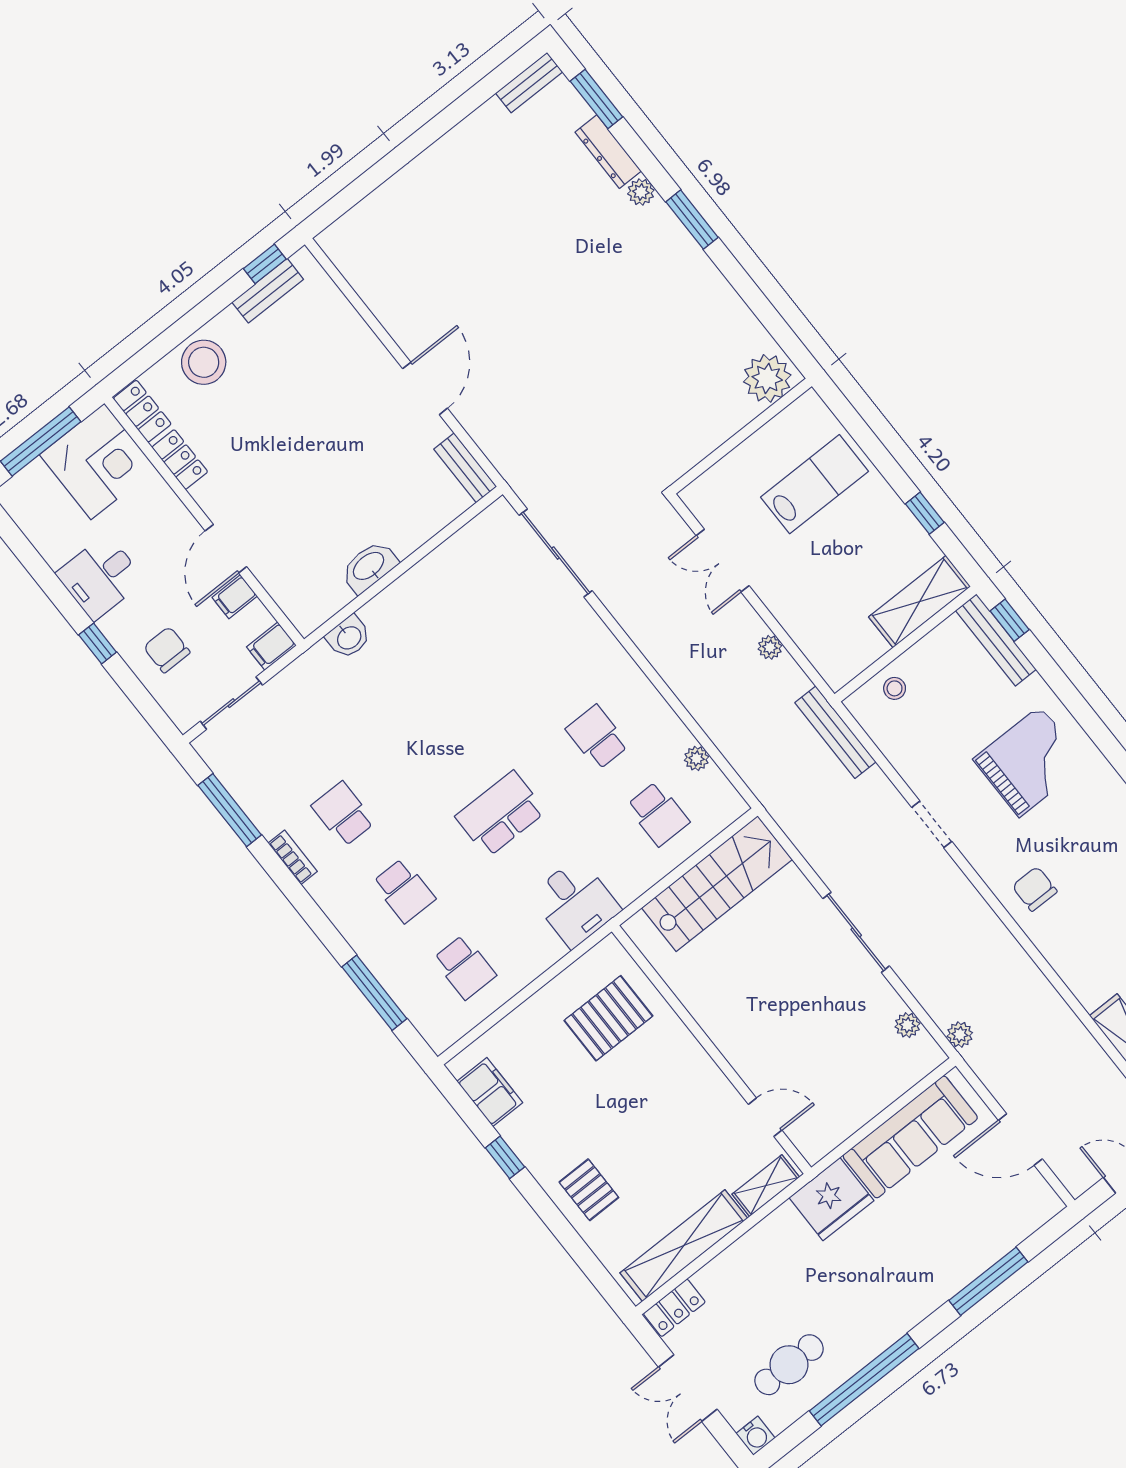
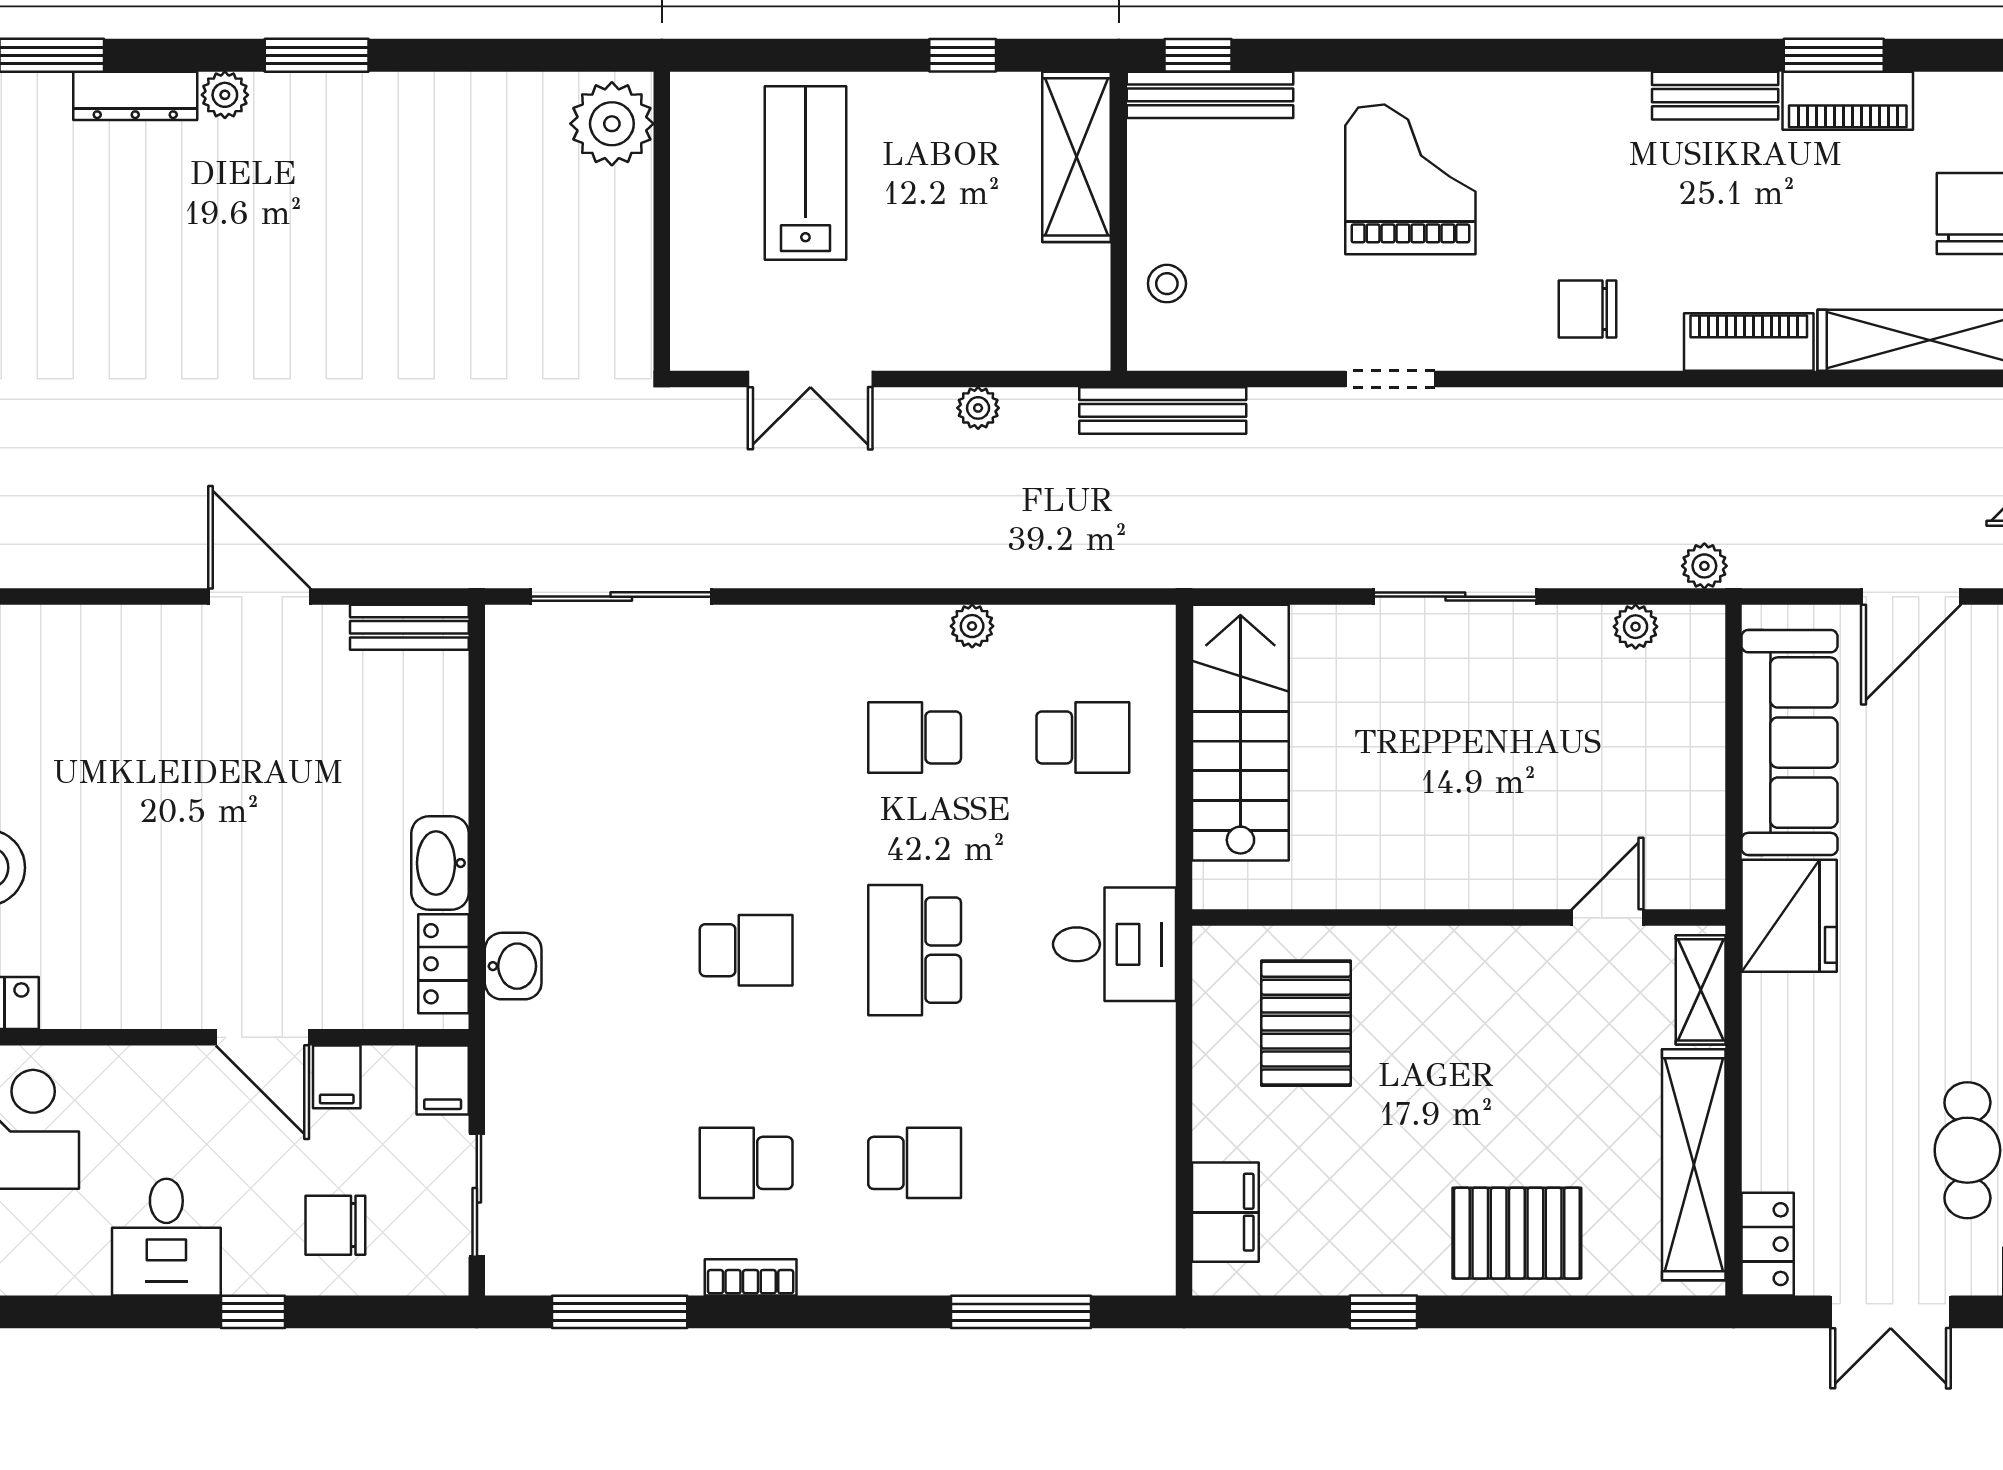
locker: (180, 460) -> (444, 964), moved, turned -90
plant: (697, 758) -> (972, 626), moved
school desk: (464, 967) -> (746, 950), moved
piano: (1078, 974) -> (1749, 342), added
filing cabinet: (490, 1092) -> (1225, 1212), moved, turned 90
pallet: (589, 1190) -> (1517, 1233), width x1.50, depth x1.42

